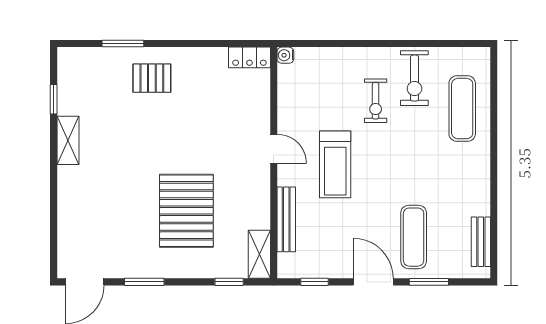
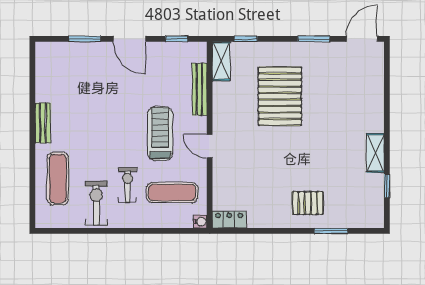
exercise mat: (414, 237) -> (172, 193), moved, turned 90
bench: (481, 242) -> (43, 123), moved

